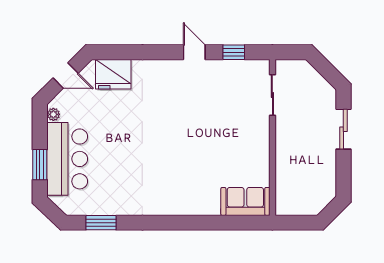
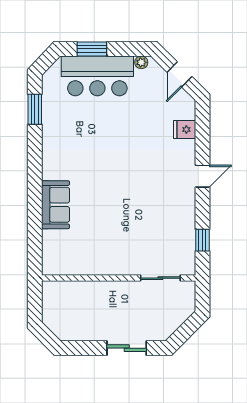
door: (194, 52) -> (202, 176), moved
fridge: (113, 74) -> (185, 129), width x0.53, depth x0.75
sofa: (245, 201) -> (56, 205), moved

